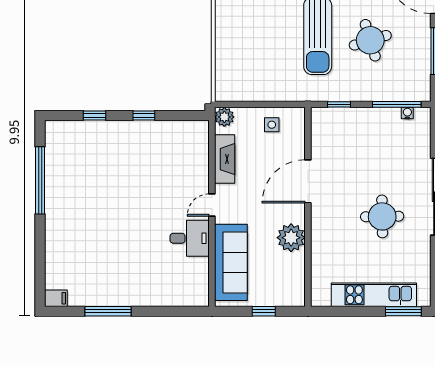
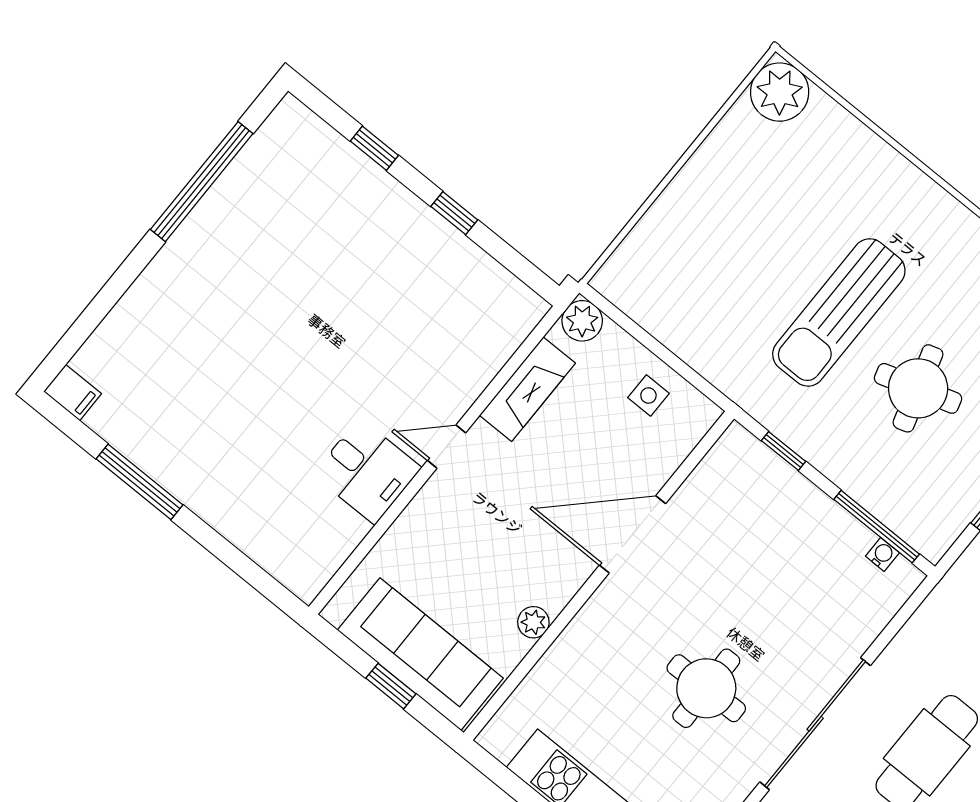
plant: (291, 238) -> (533, 622), width x0.53, depth x0.53
sofa: (231, 262) -> (420, 654), moved, turned -90

